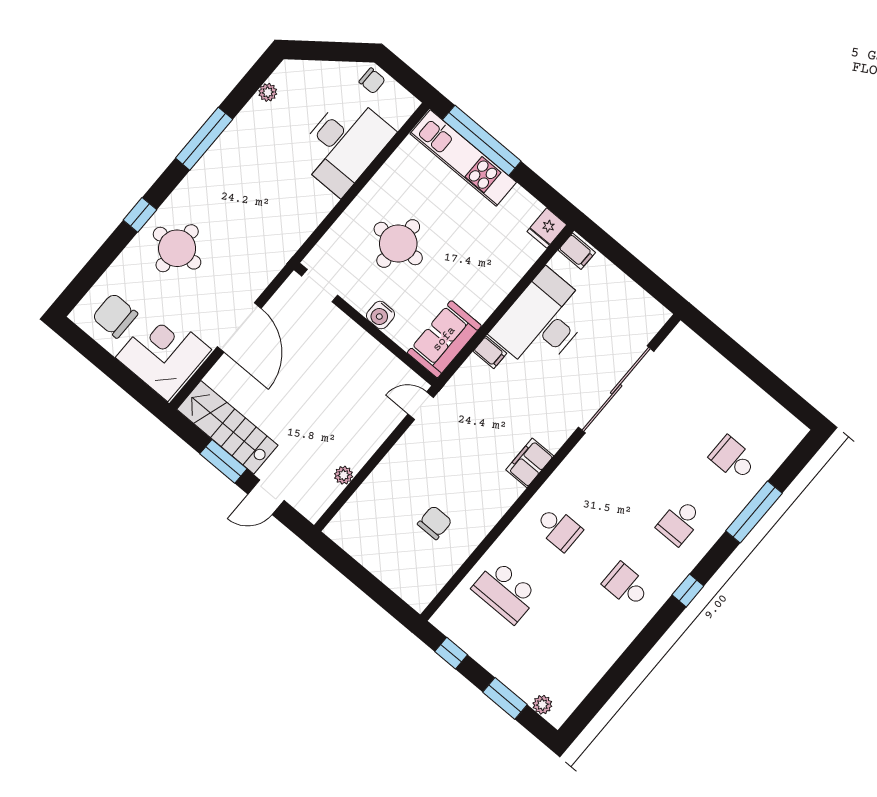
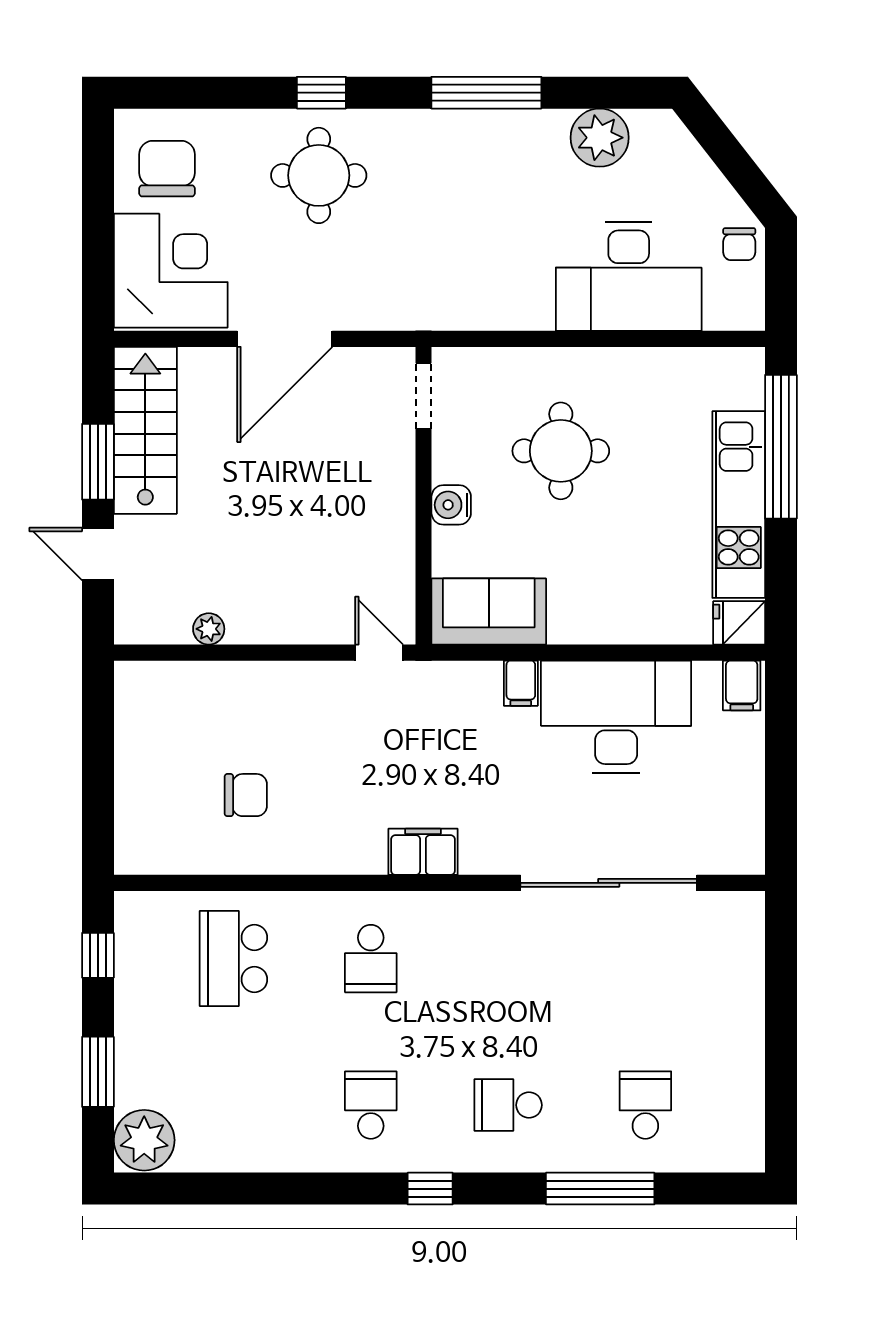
plant: (268, 92) -> (600, 138), width x1.88, depth x1.88
kitchen unit: (463, 158) -> (739, 505), moved
plant: (542, 705) -> (144, 1140), width x1.88, depth x1.88

